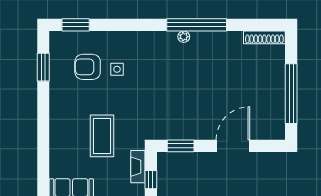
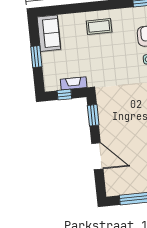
coffee table: (102, 136) -> (99, 26), moved, width x0.73, depth x0.76

